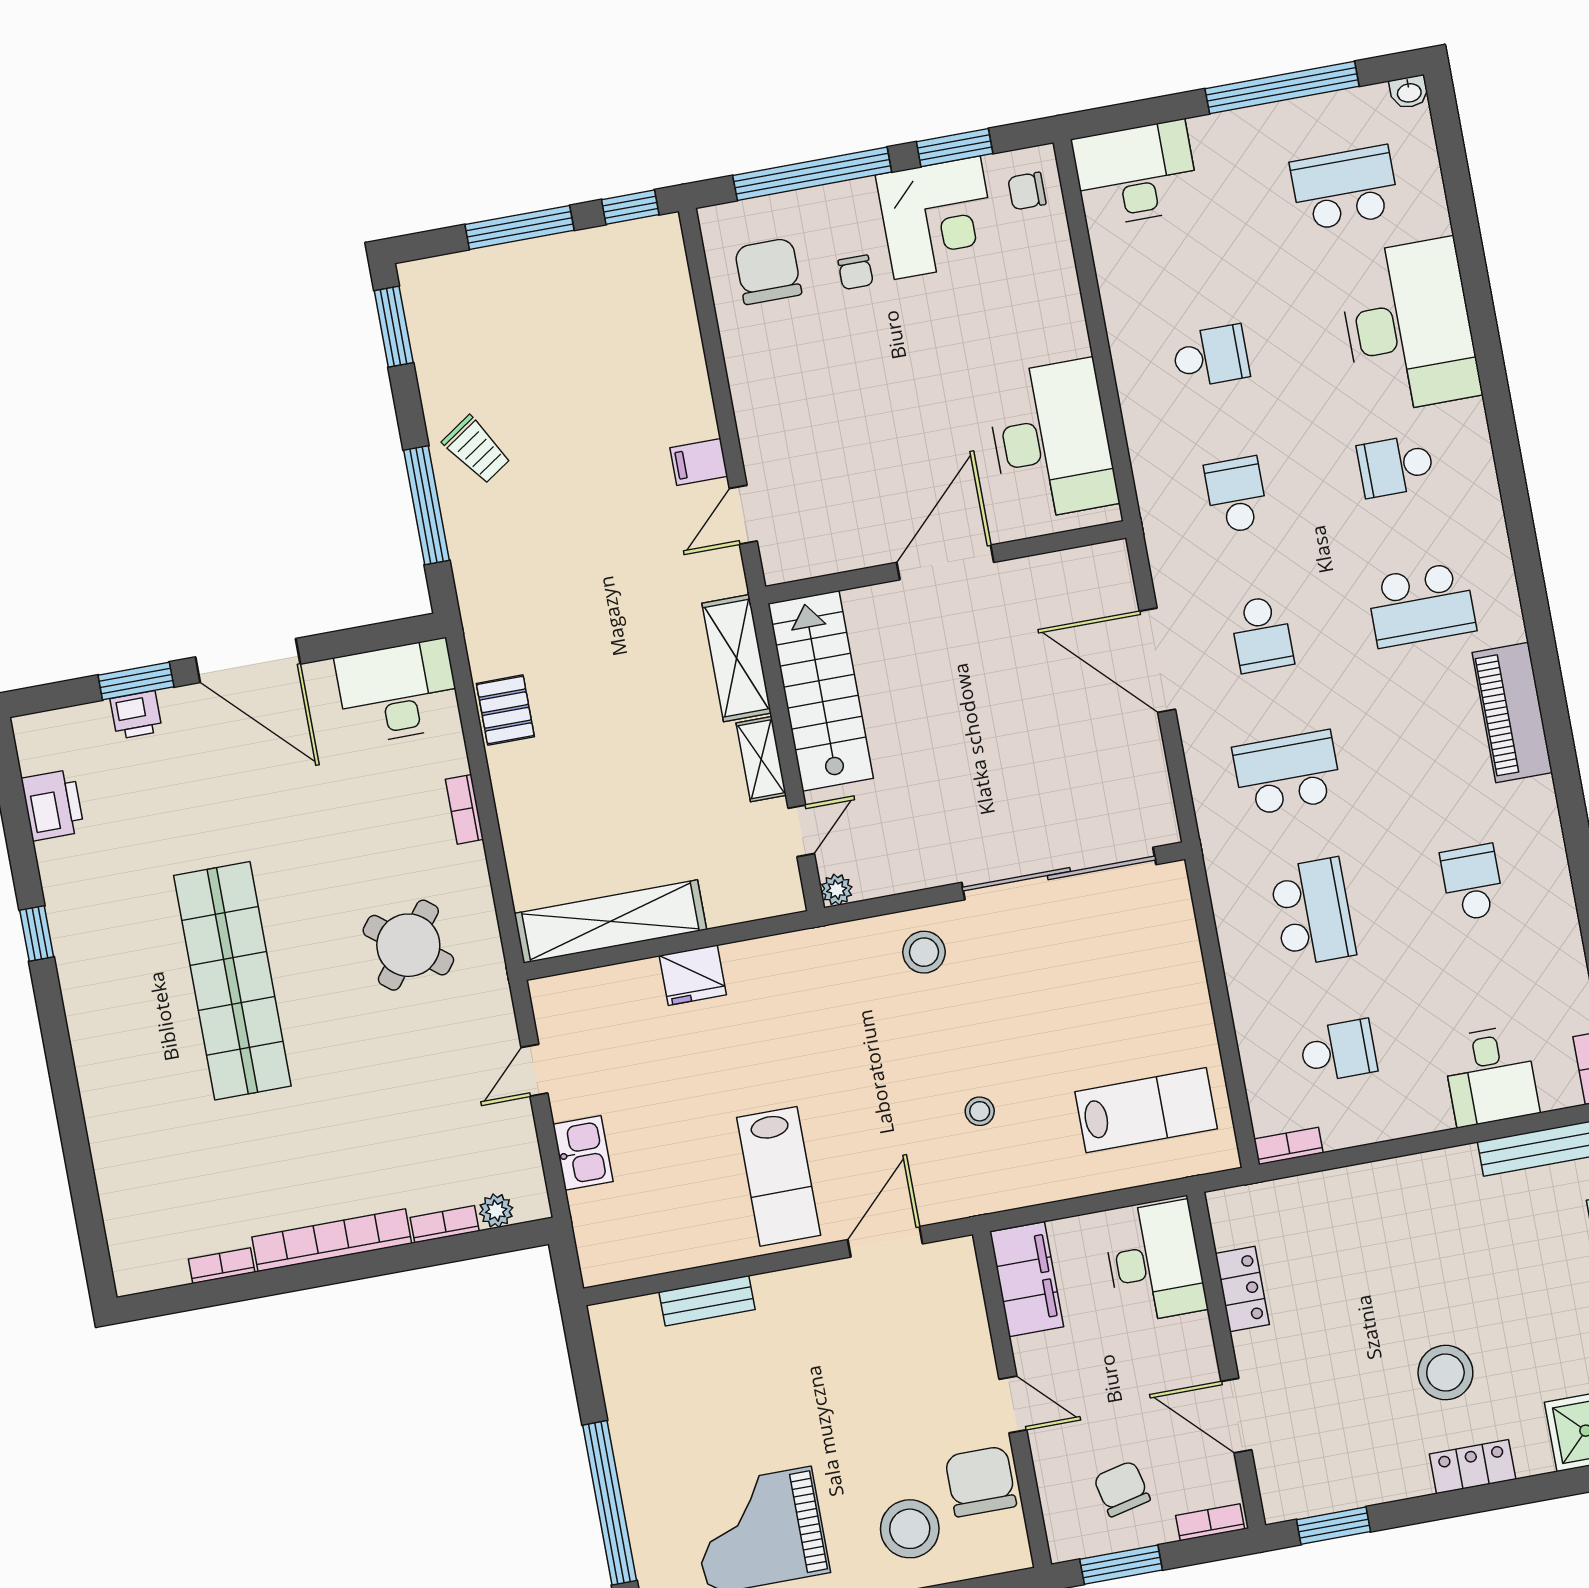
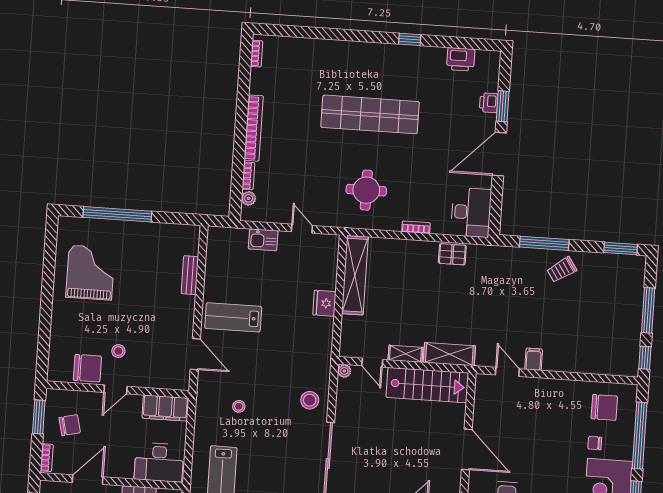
round table: (408, 945) -> (366, 190), turned -38
bookcase: (222, 1266) -> (257, 54), moved
stool: (910, 1529) -> (118, 351), moved, width x0.53, depth x0.53

